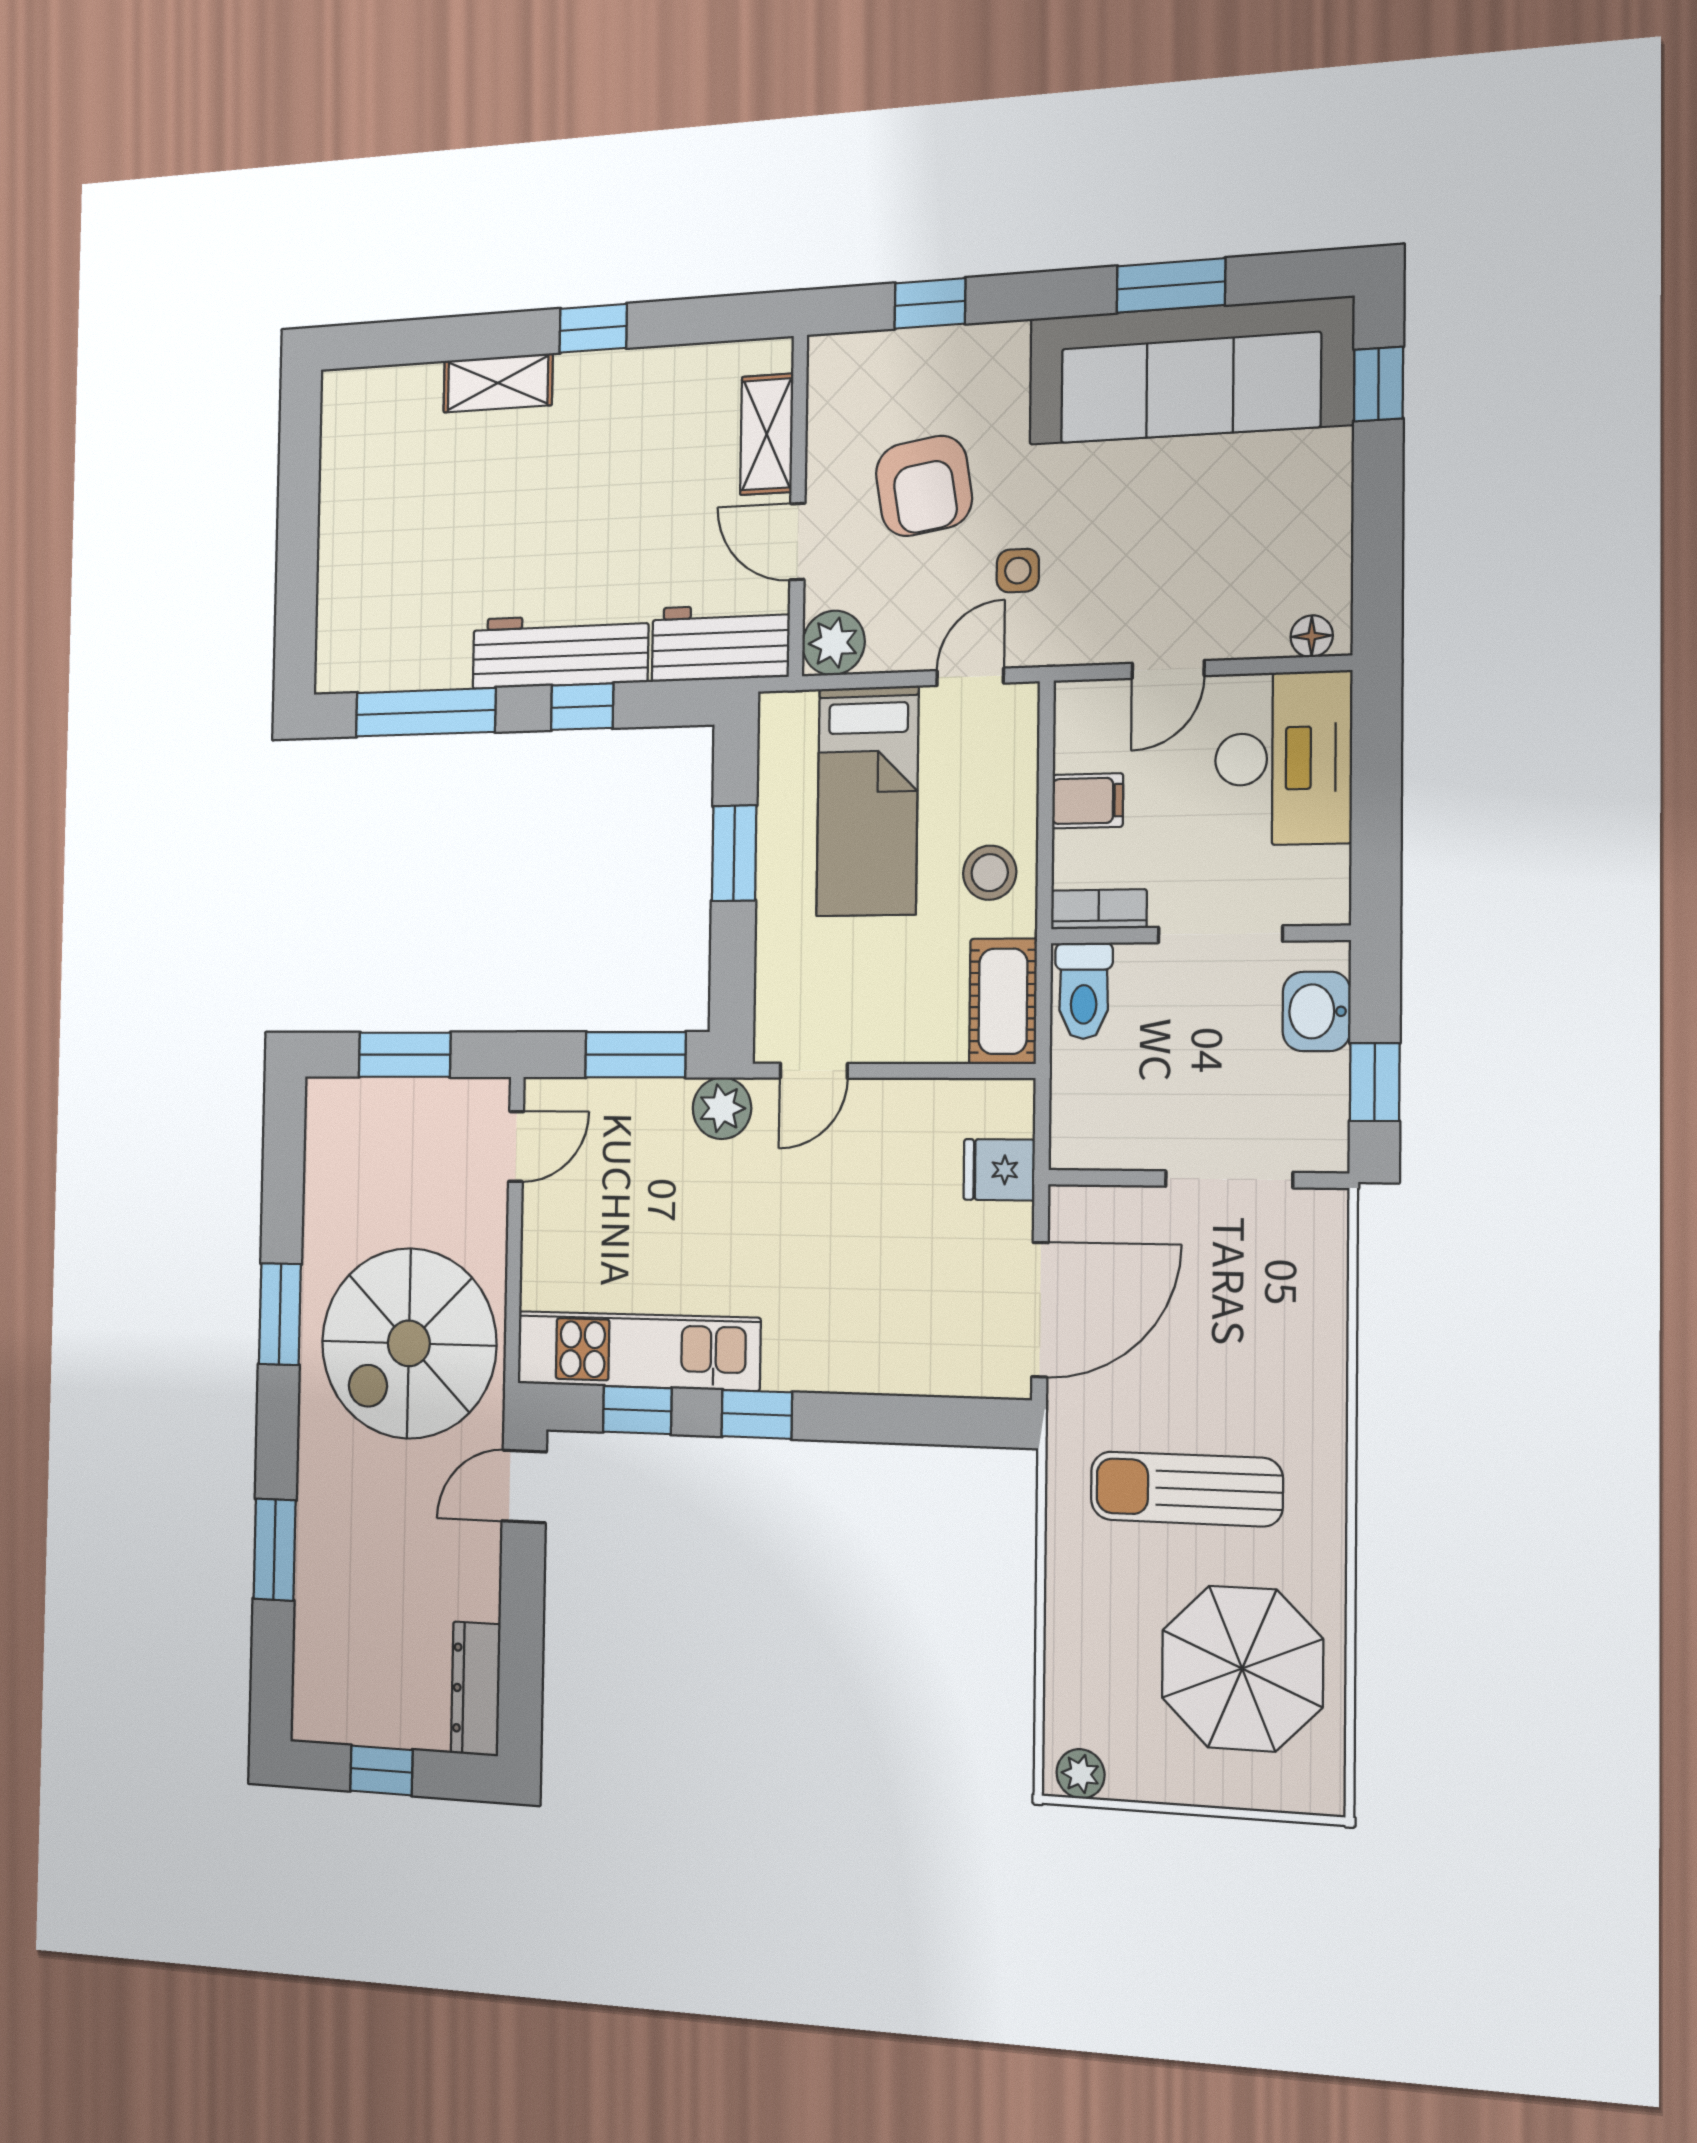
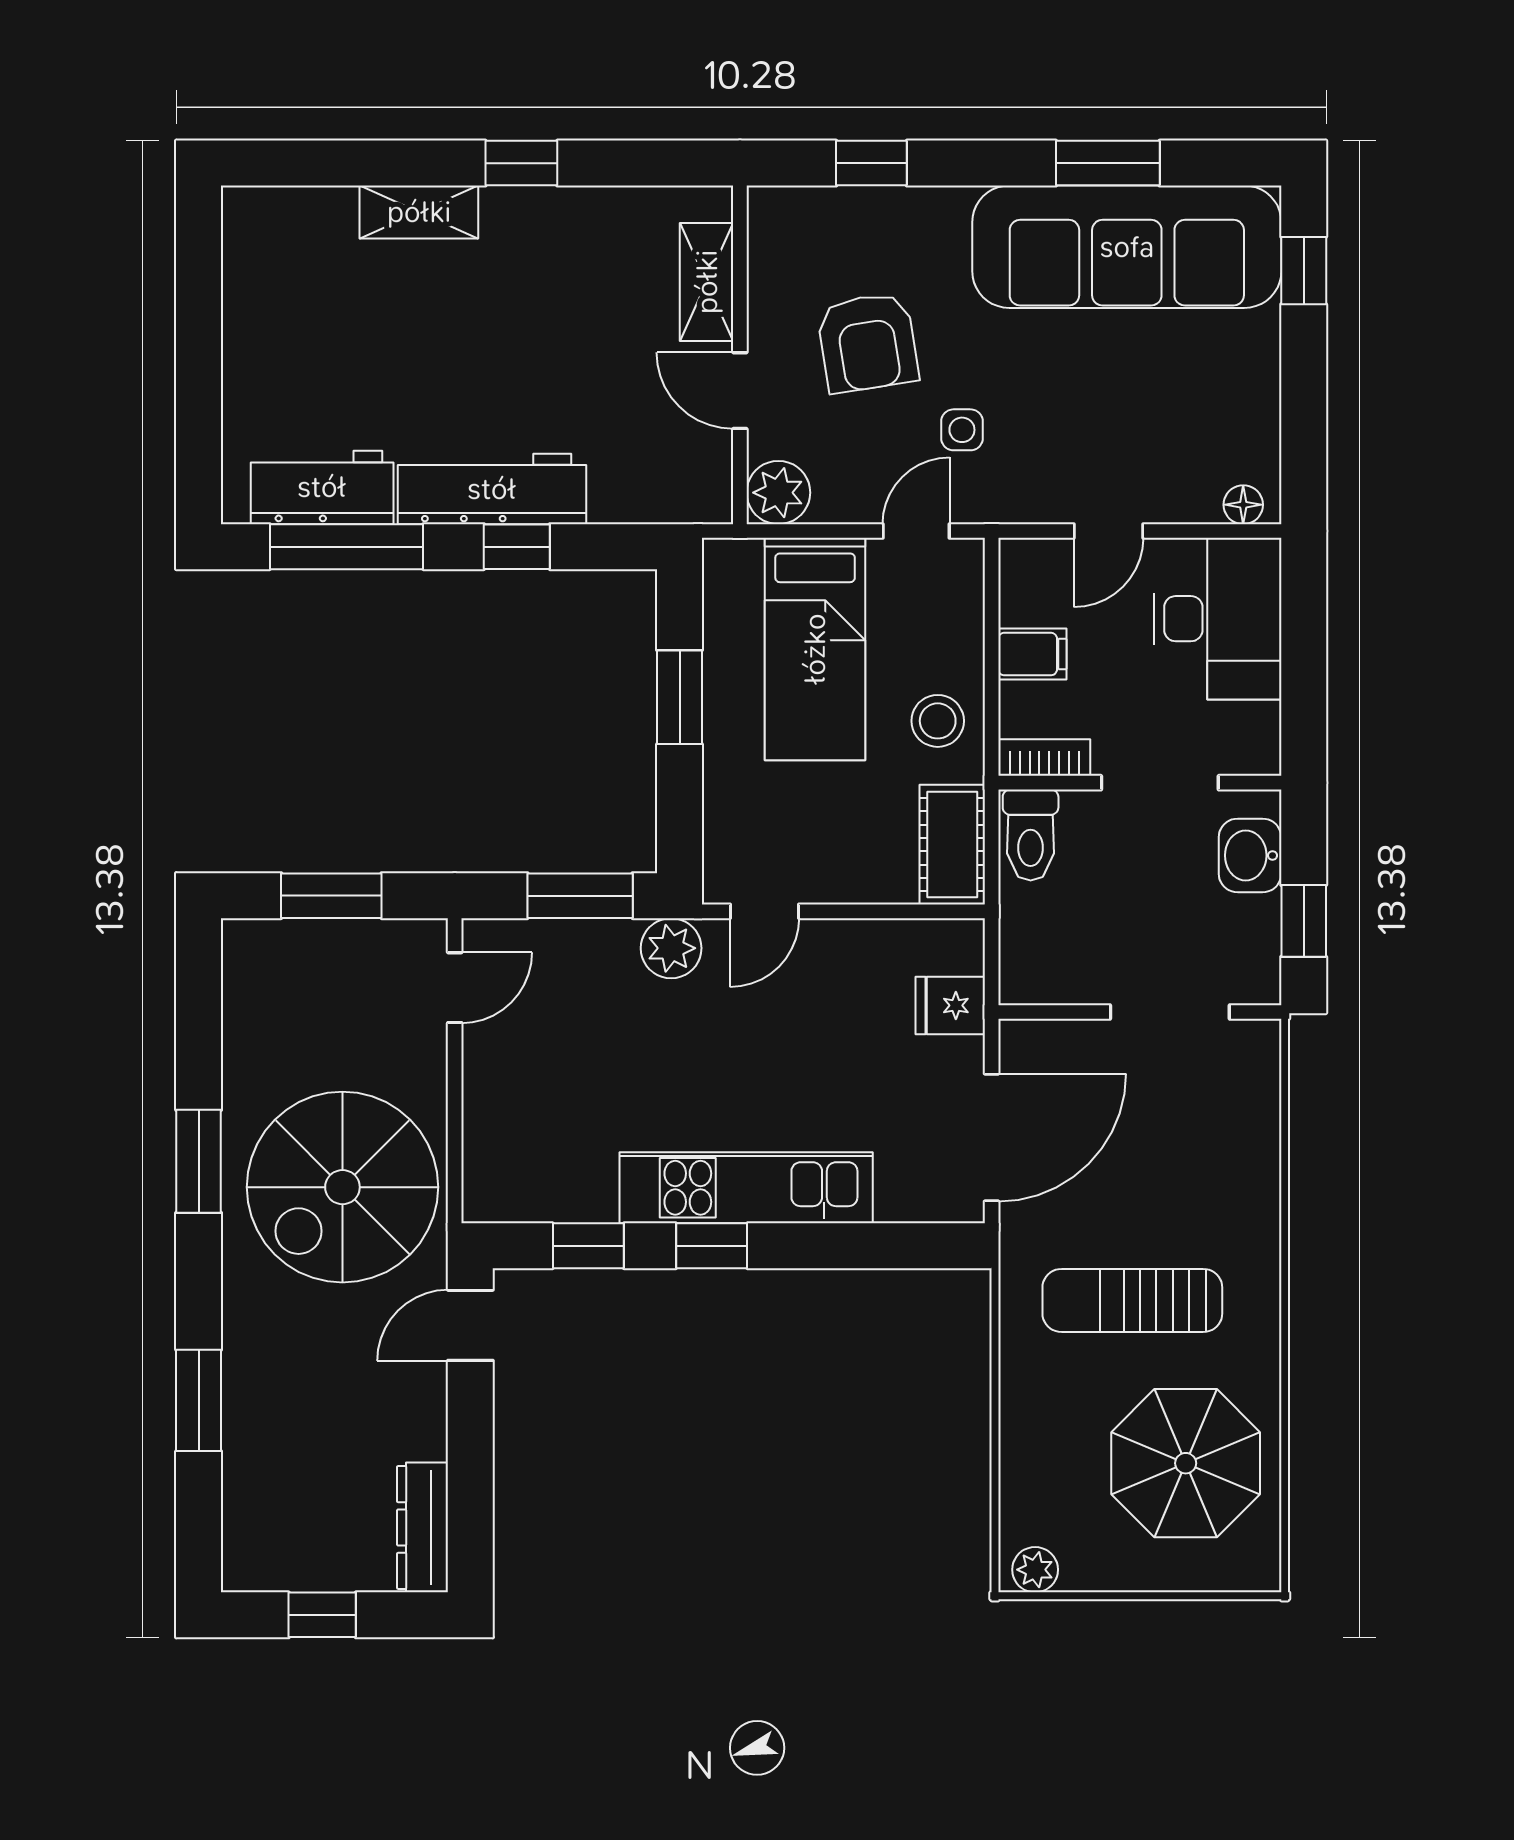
workbench: (720, 642) -> (322, 487), moved
kitchen unit: (638, 1351) -> (746, 1188), moved

